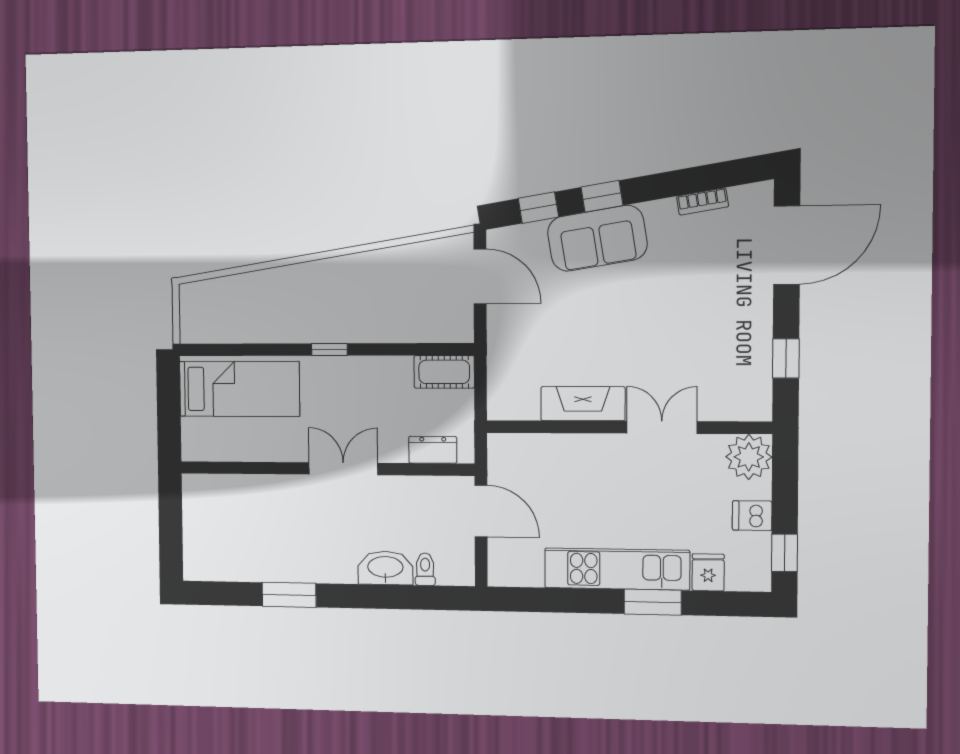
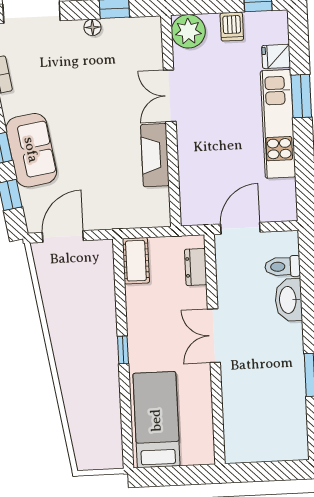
floor lamp: (761, 327) -> (92, 27), added
toilet: (425, 569) -> (283, 266), width x1.37, depth x1.39

